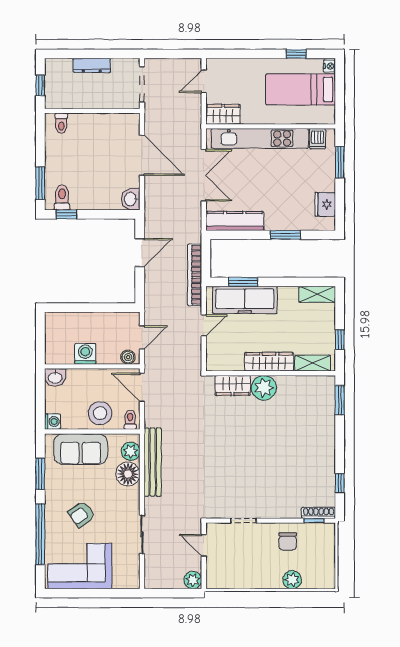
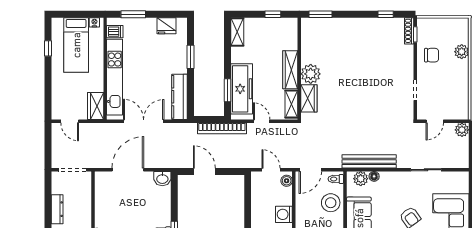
nightstand: (329, 66) -> (94, 22), moved
shelving: (313, 363) -> (291, 104), moved
floor lamp: (128, 474) -> (374, 176), width x0.53, depth x0.53

